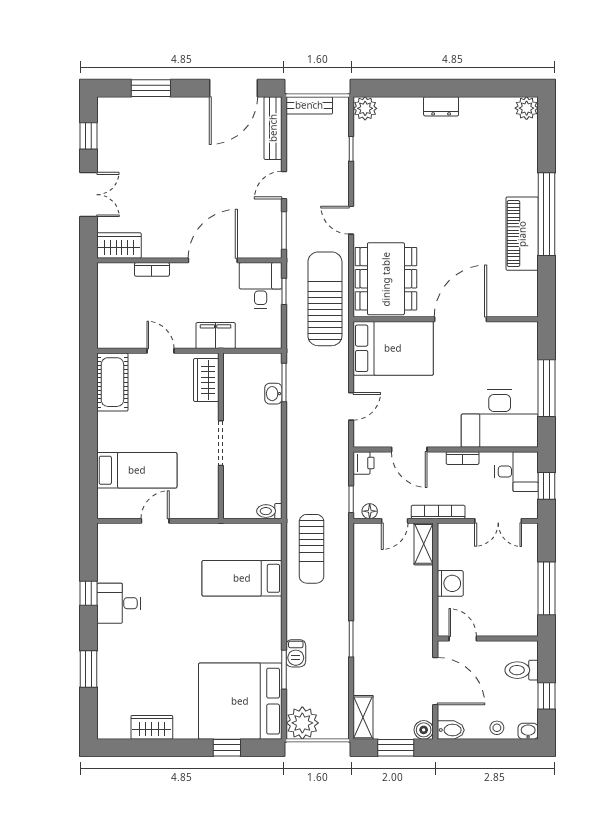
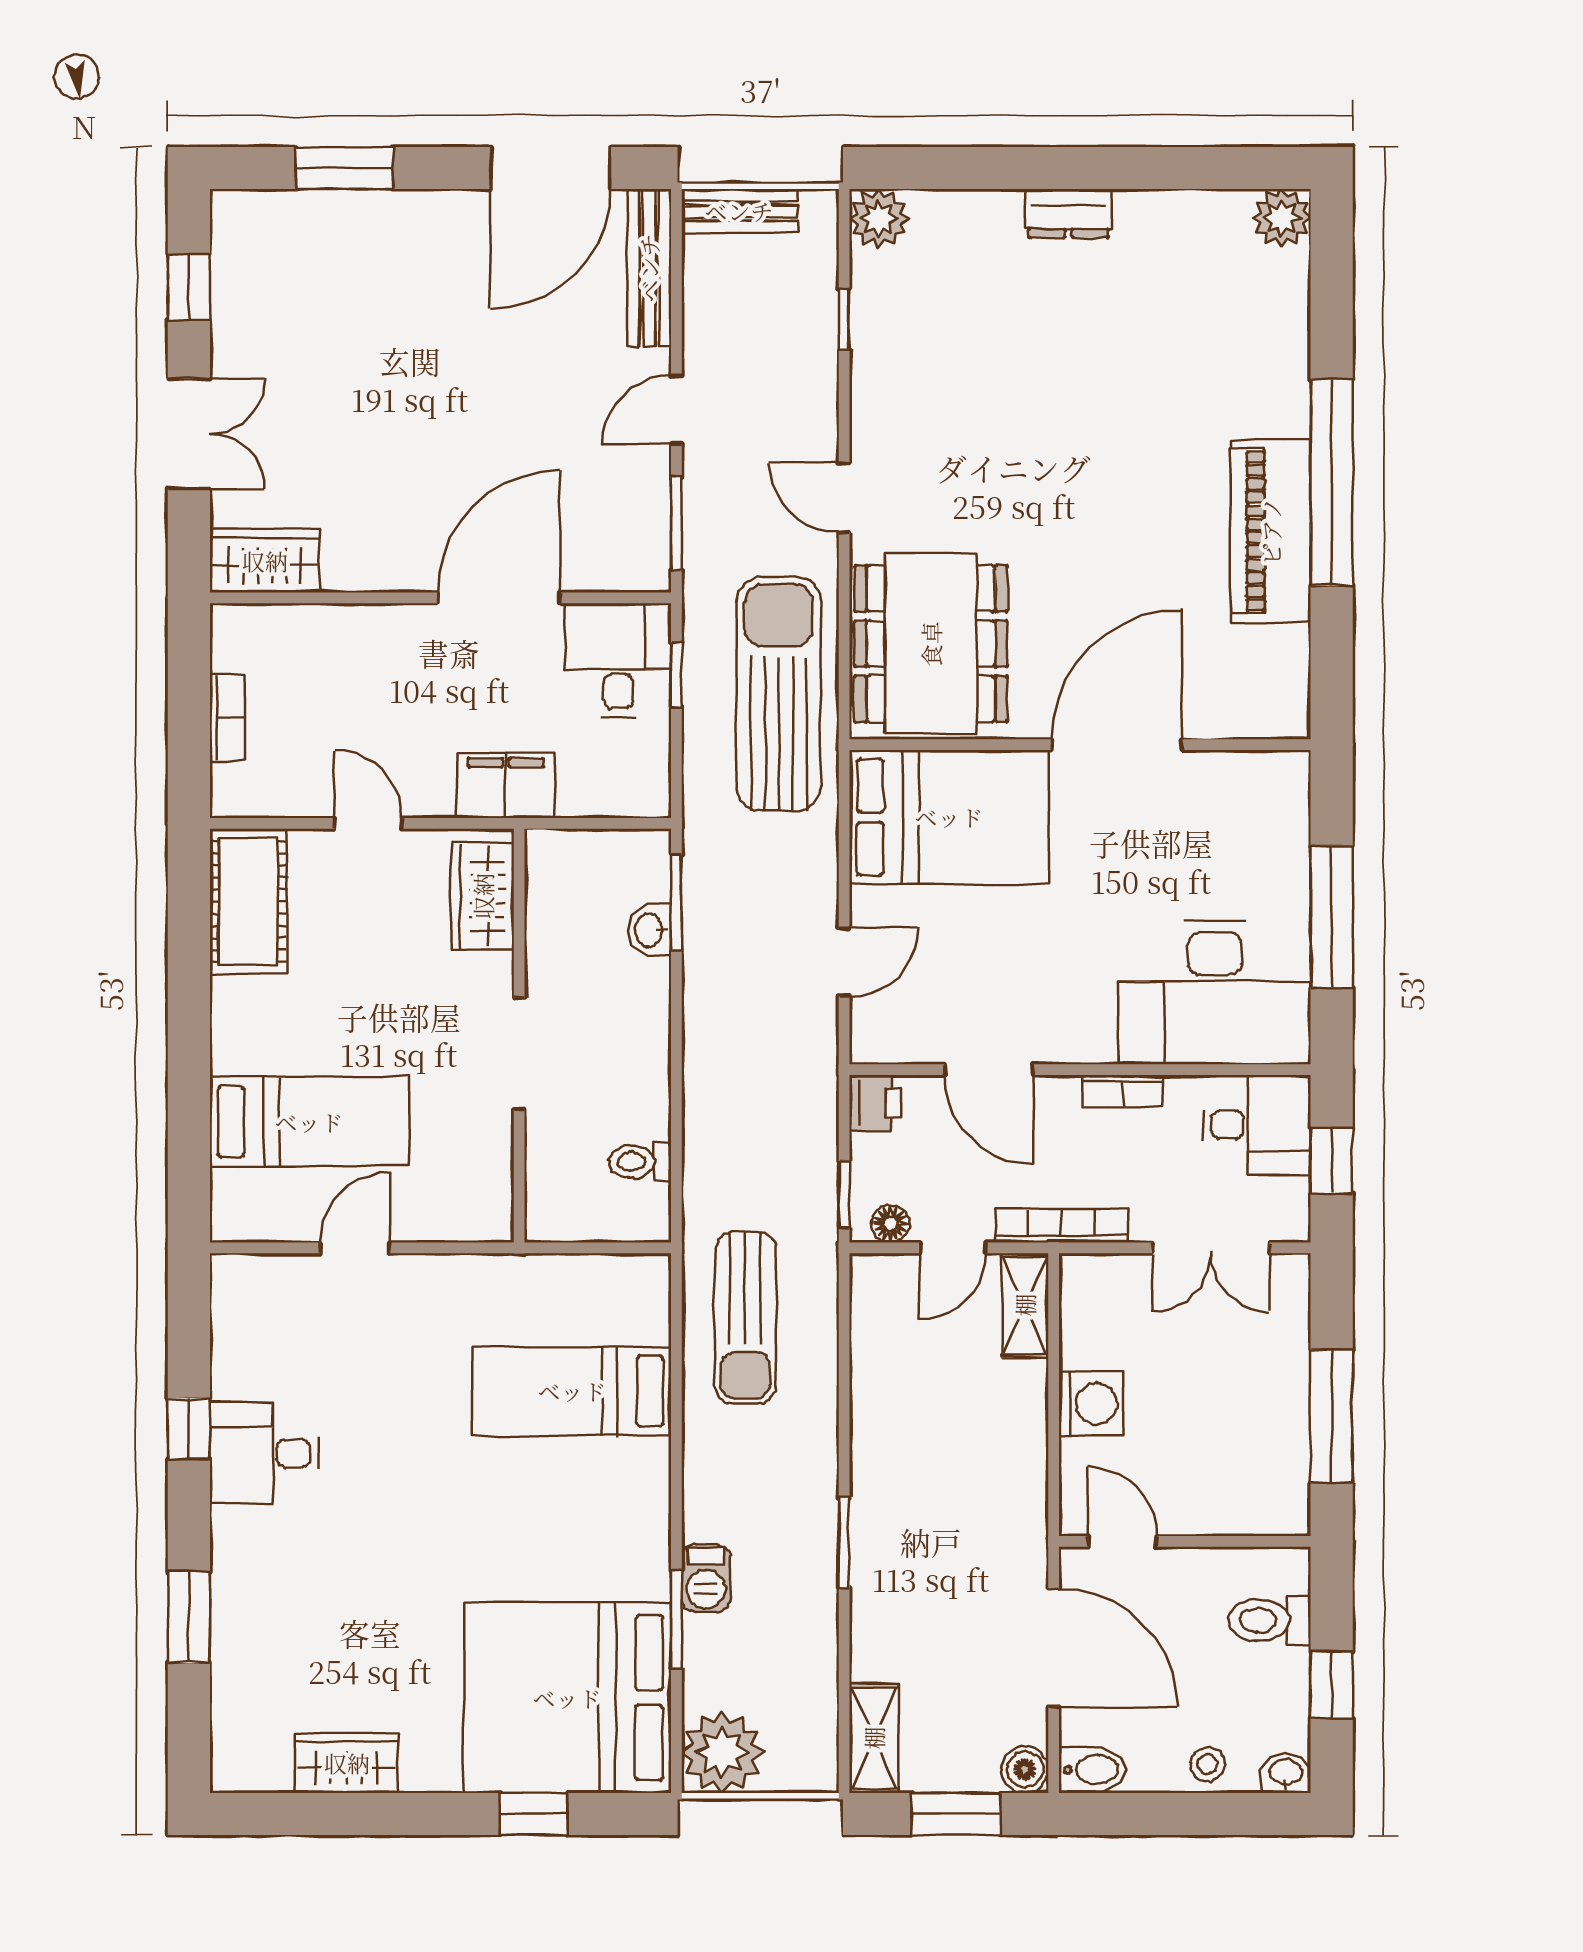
bookcase: (152, 269) -> (227, 718), moved, turned -90
toilet: (269, 511) -> (640, 1162), moved

